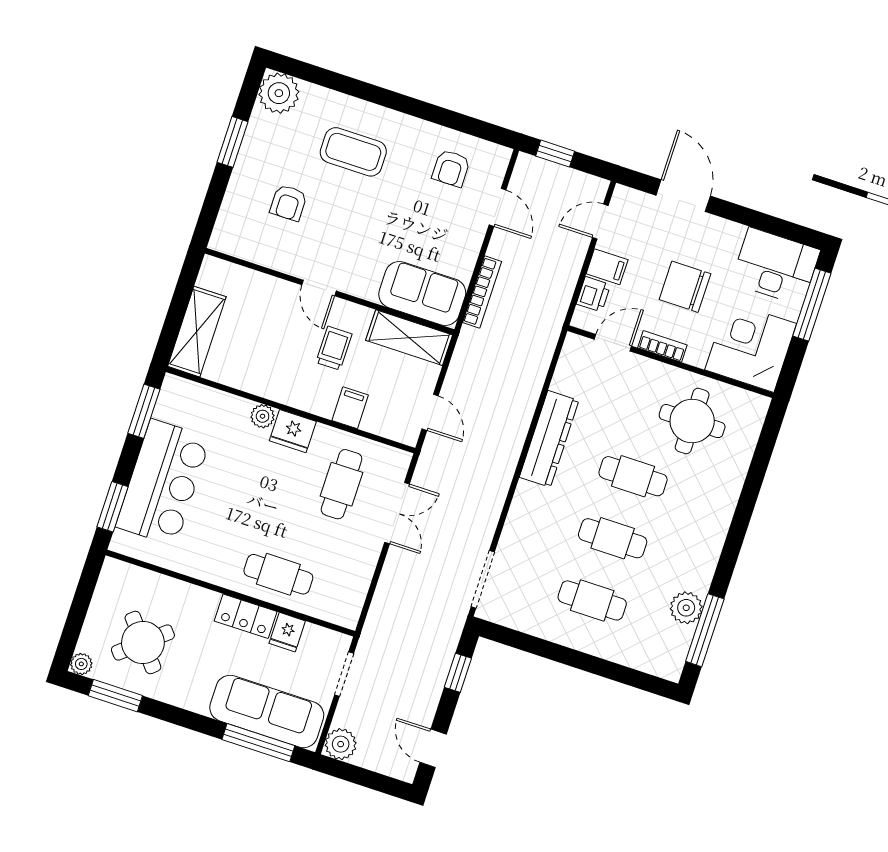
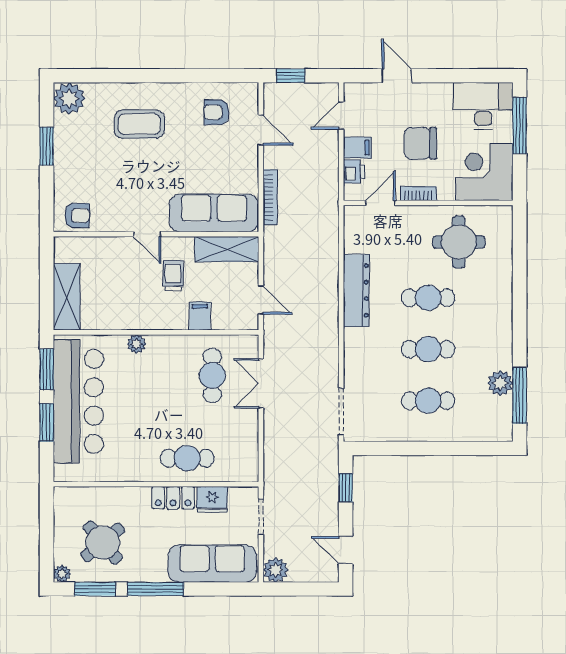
armchair: (451, 168) -> (216, 112), turned 90
door: (683, 196) -> (397, 76), width x0.73
armchair: (288, 203) -> (77, 216), moved, turned -90
sofa: (422, 293) -> (214, 213), width x1.36
fridge: (293, 431) -> (163, 348), removed
bar counter: (163, 482) -> (78, 401), width x1.36
window: (112, 507) -> (47, 422), moved
double door: (397, 513) -> (261, 383), swing flipped
fridge: (287, 632) -> (212, 499), width x1.38
window: (258, 743) -> (156, 589), moved

